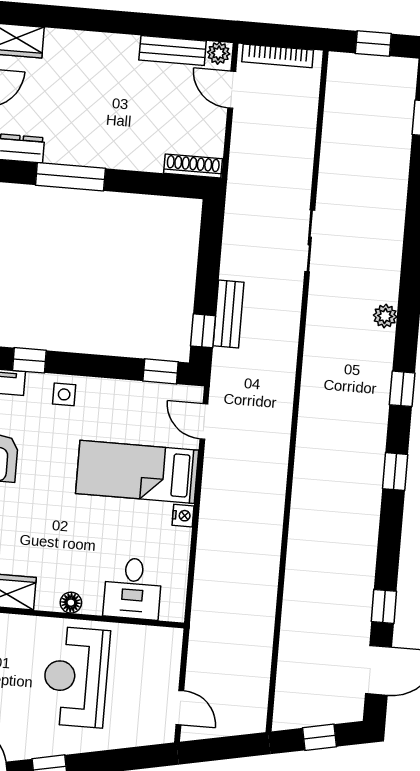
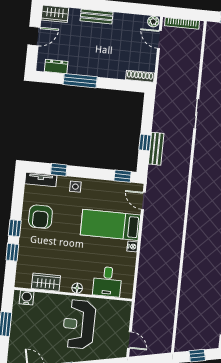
bench: (173, 51) -> (97, 16), moved
window: (203, 331) -> (145, 143), moved

